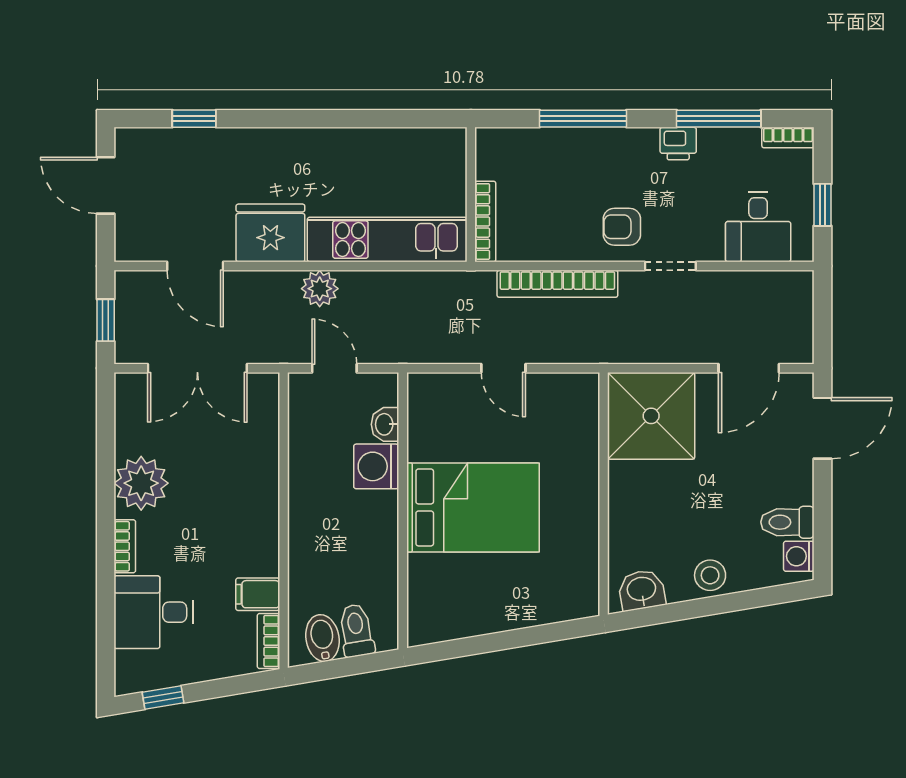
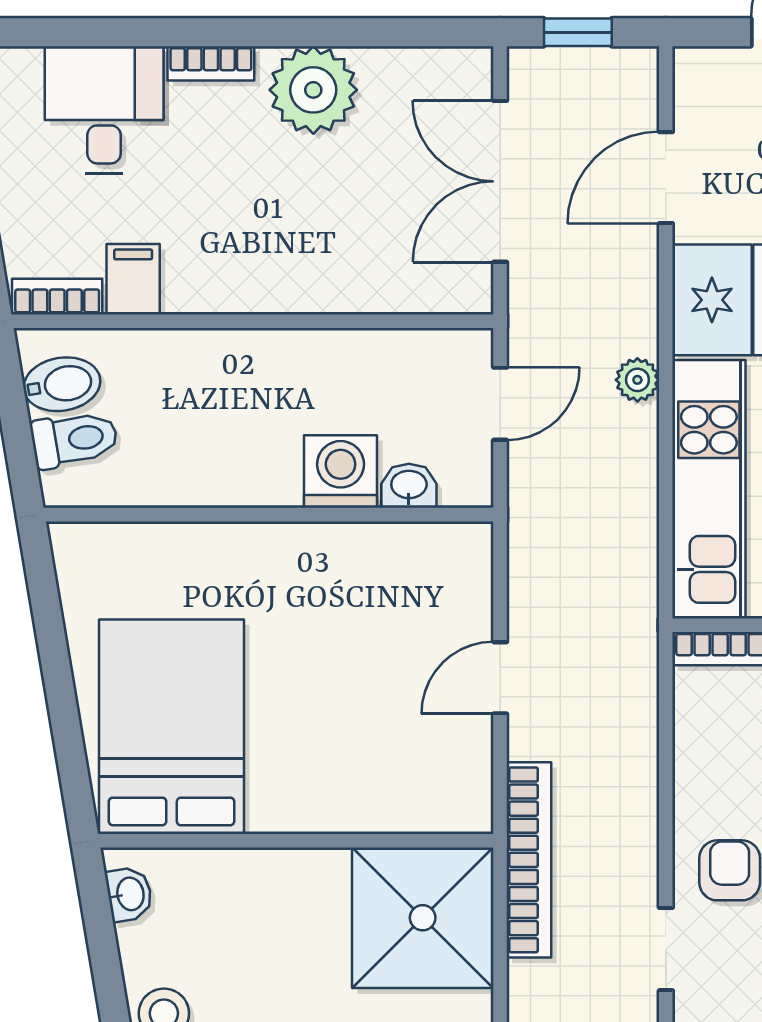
bookcase: (557, 284) -> (529, 860), moved, turned 180
plant: (320, 289) -> (637, 380), width x0.73, depth x0.73
bed: (473, 507) -> (172, 727), moved, turned 180
washbasin: (642, 590) -> (129, 894), width x0.72, depth x0.69

